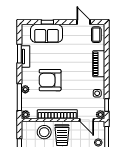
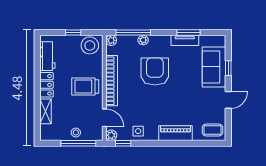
door: (84, 22) -> (228, 100), moved
door: (87, 120) -> (104, 118), swing flipped
stool: (44, 132) -> (90, 45), moved

